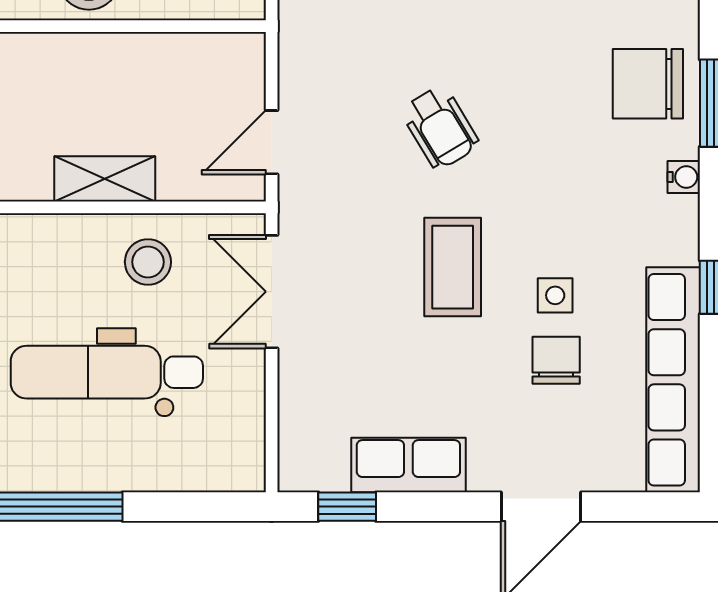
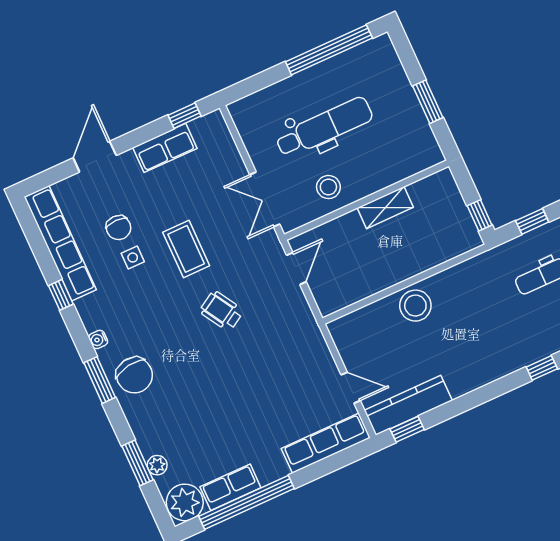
chair: (648, 84) -> (134, 375), turned 81
shelving: (105, 179) -> (385, 208), moved
double door: (272, 292) -> (265, 199), swing flipped

